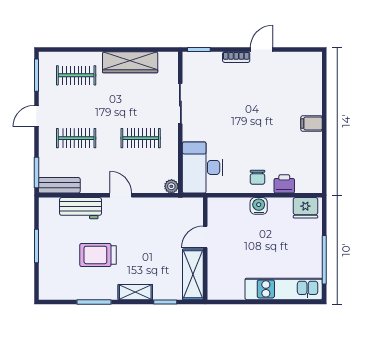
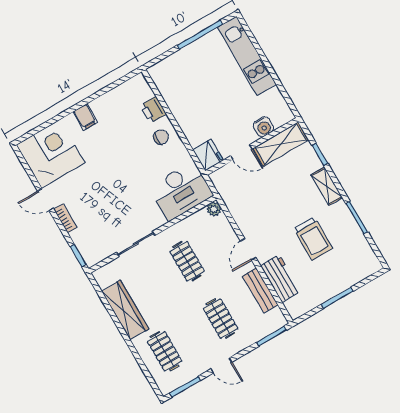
corner desk: (298, 76) -> (51, 154), added
bench: (59, 185) -> (260, 290), moved
water cooler: (259, 206) -> (264, 127), moved, turned -90
fridge: (305, 208) -> (208, 155), moved

